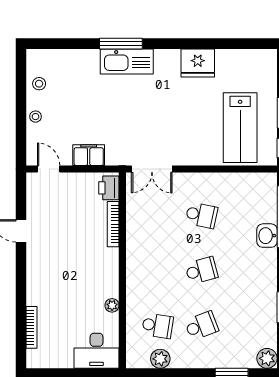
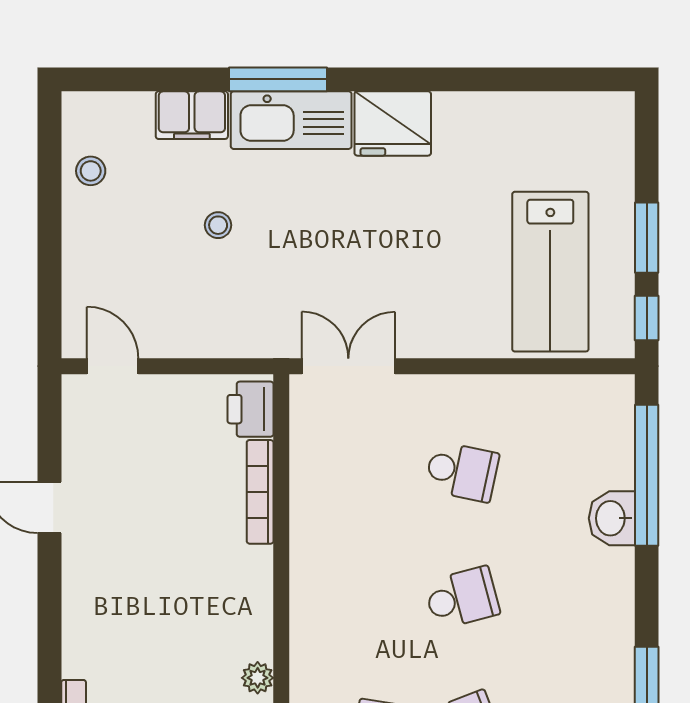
fridge: (198, 63) -> (393, 123), moved
stool: (35, 117) -> (218, 225), moved
filing cabinet: (89, 155) -> (192, 115), moved, turned 180
double door: (152, 169) -> (348, 366), swing flipped

